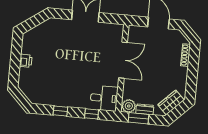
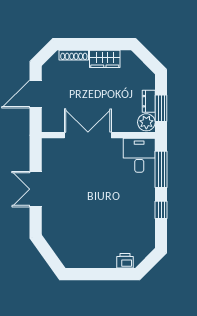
printer: (26, 61) -> (125, 261), moved
wardrobe: (171, 102) -> (105, 59), moved, turned -45
window: (92, 114) -> (161, 169), width x2.17

